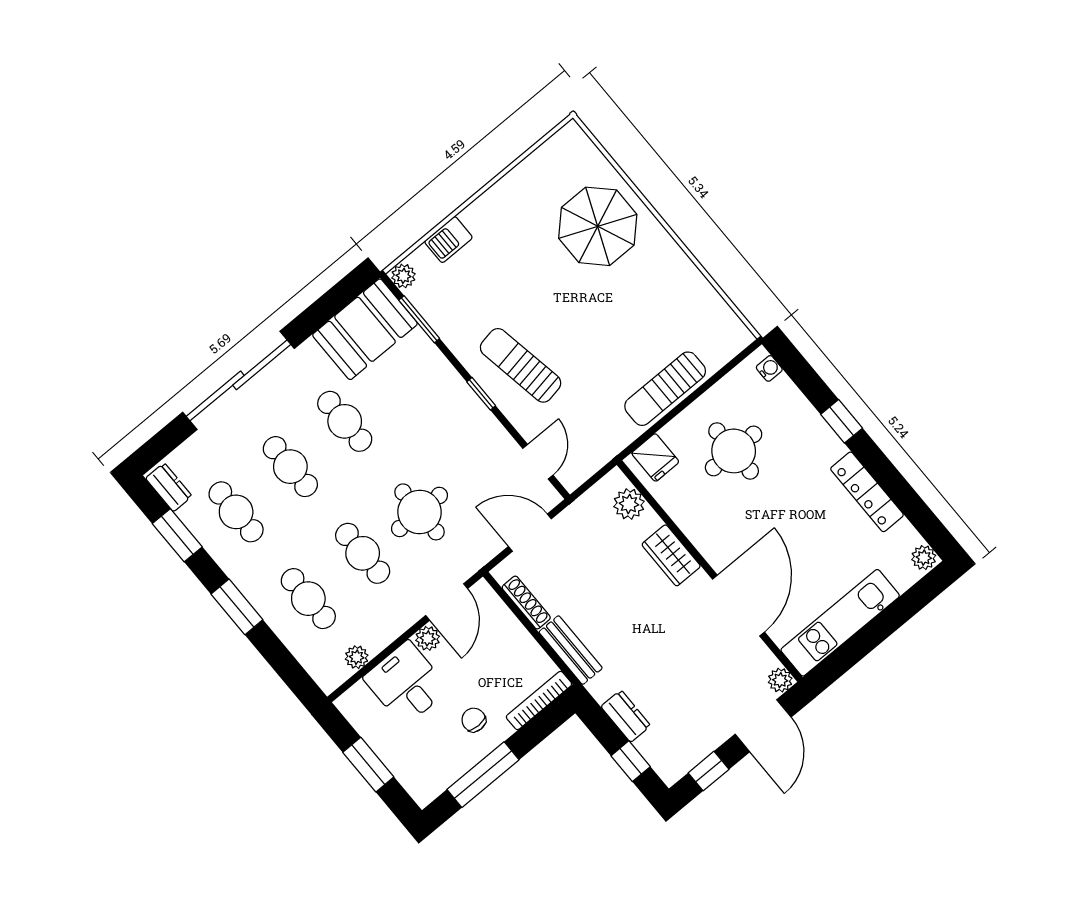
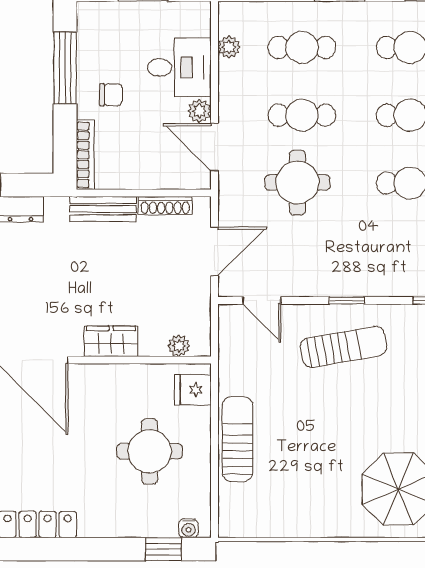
window: (842, 421) -> (163, 549), moved
plant: (629, 504) -> (179, 346), width x0.73, depth x0.73

